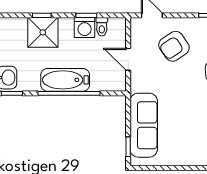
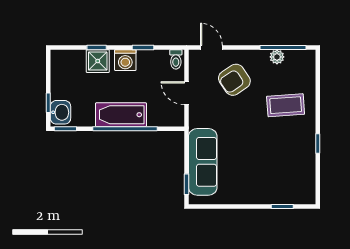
washing machine: (85, 27) -> (125, 60), moved
toilet: (102, 27) -> (176, 59), moved
shower: (43, 32) -> (98, 61), width x0.73, depth x0.73

